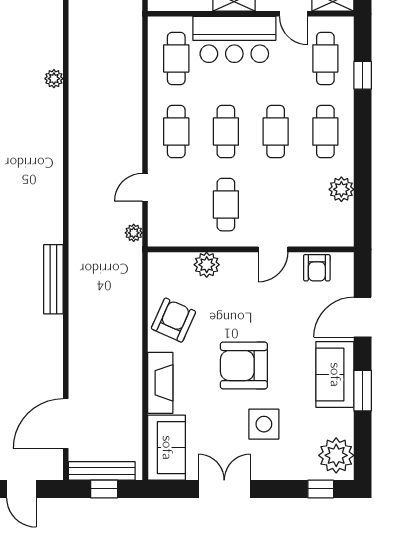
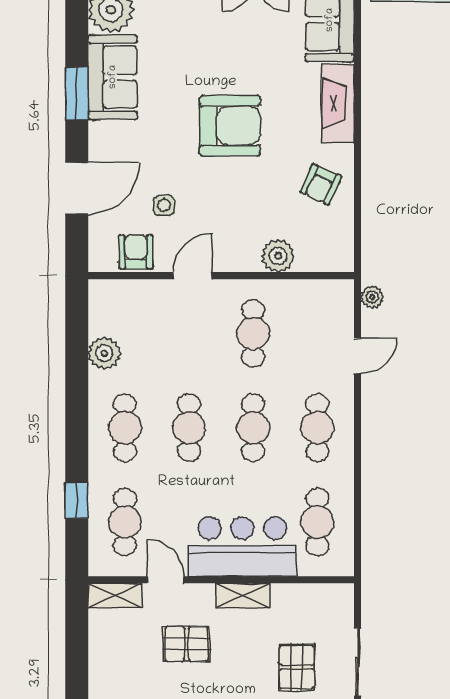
armchair: (173, 320) -> (321, 184), width x0.72, depth x0.72
sofa: (335, 375) -> (113, 77), moved
side table: (264, 424) -> (164, 205), moved, width x0.54, depth x0.54

